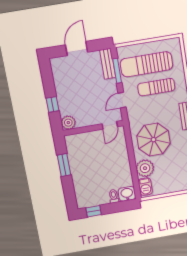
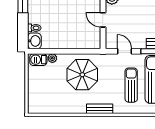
door: (110, 125) -> (103, 20), moved
plant: (145, 168) -> (52, 58), width x0.53, depth x0.53

